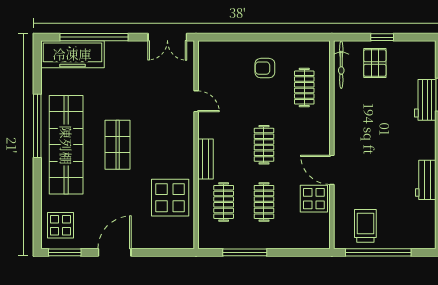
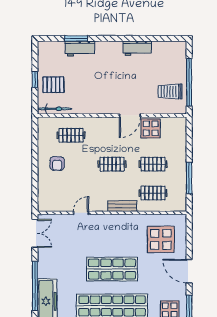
shop shelf: (118, 145) -> (112, 269), width x1.43, depth x1.36
display table: (170, 198) -> (161, 239), moved

